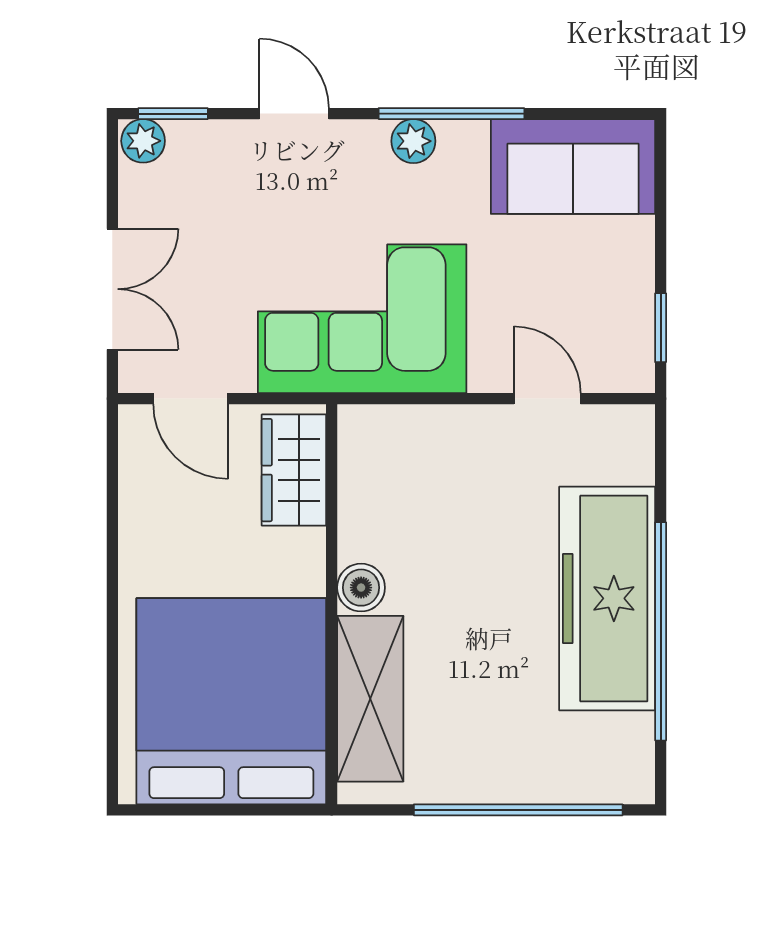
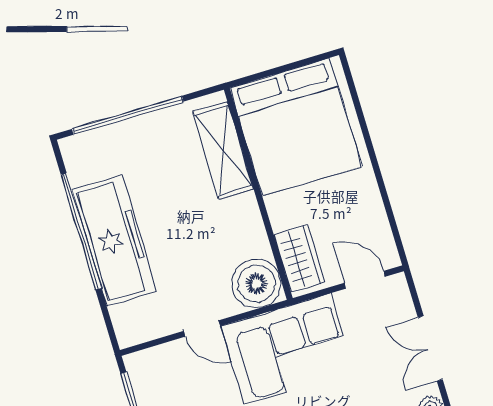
double door: (112, 289) -> (430, 348), moved
door: (547, 399) -> (202, 329), moved
boiler: (361, 588) -> (256, 284), moved, width x1.86, depth x1.86

